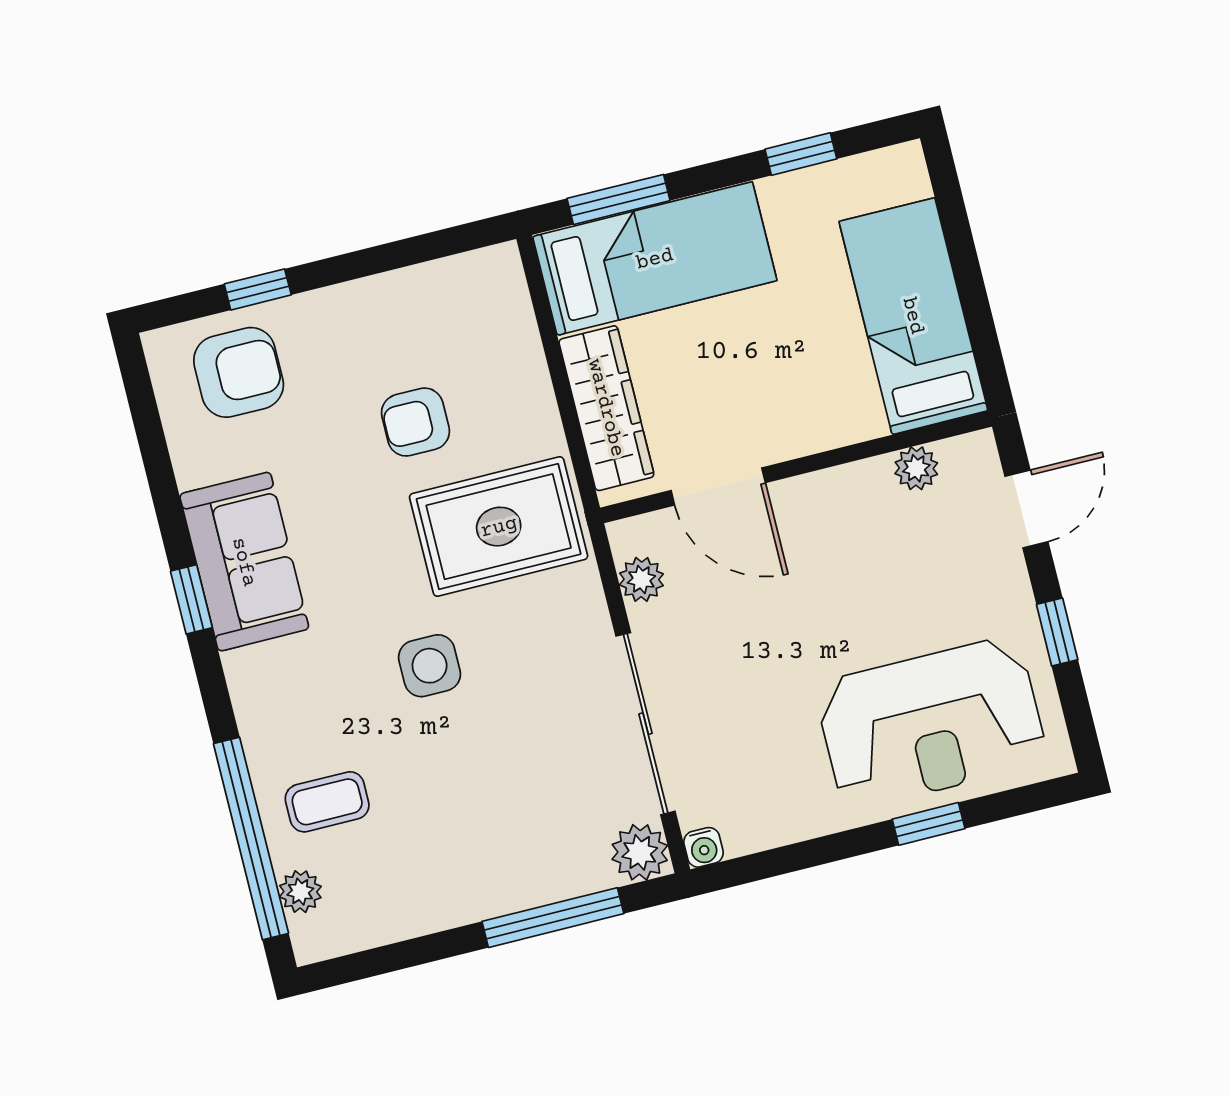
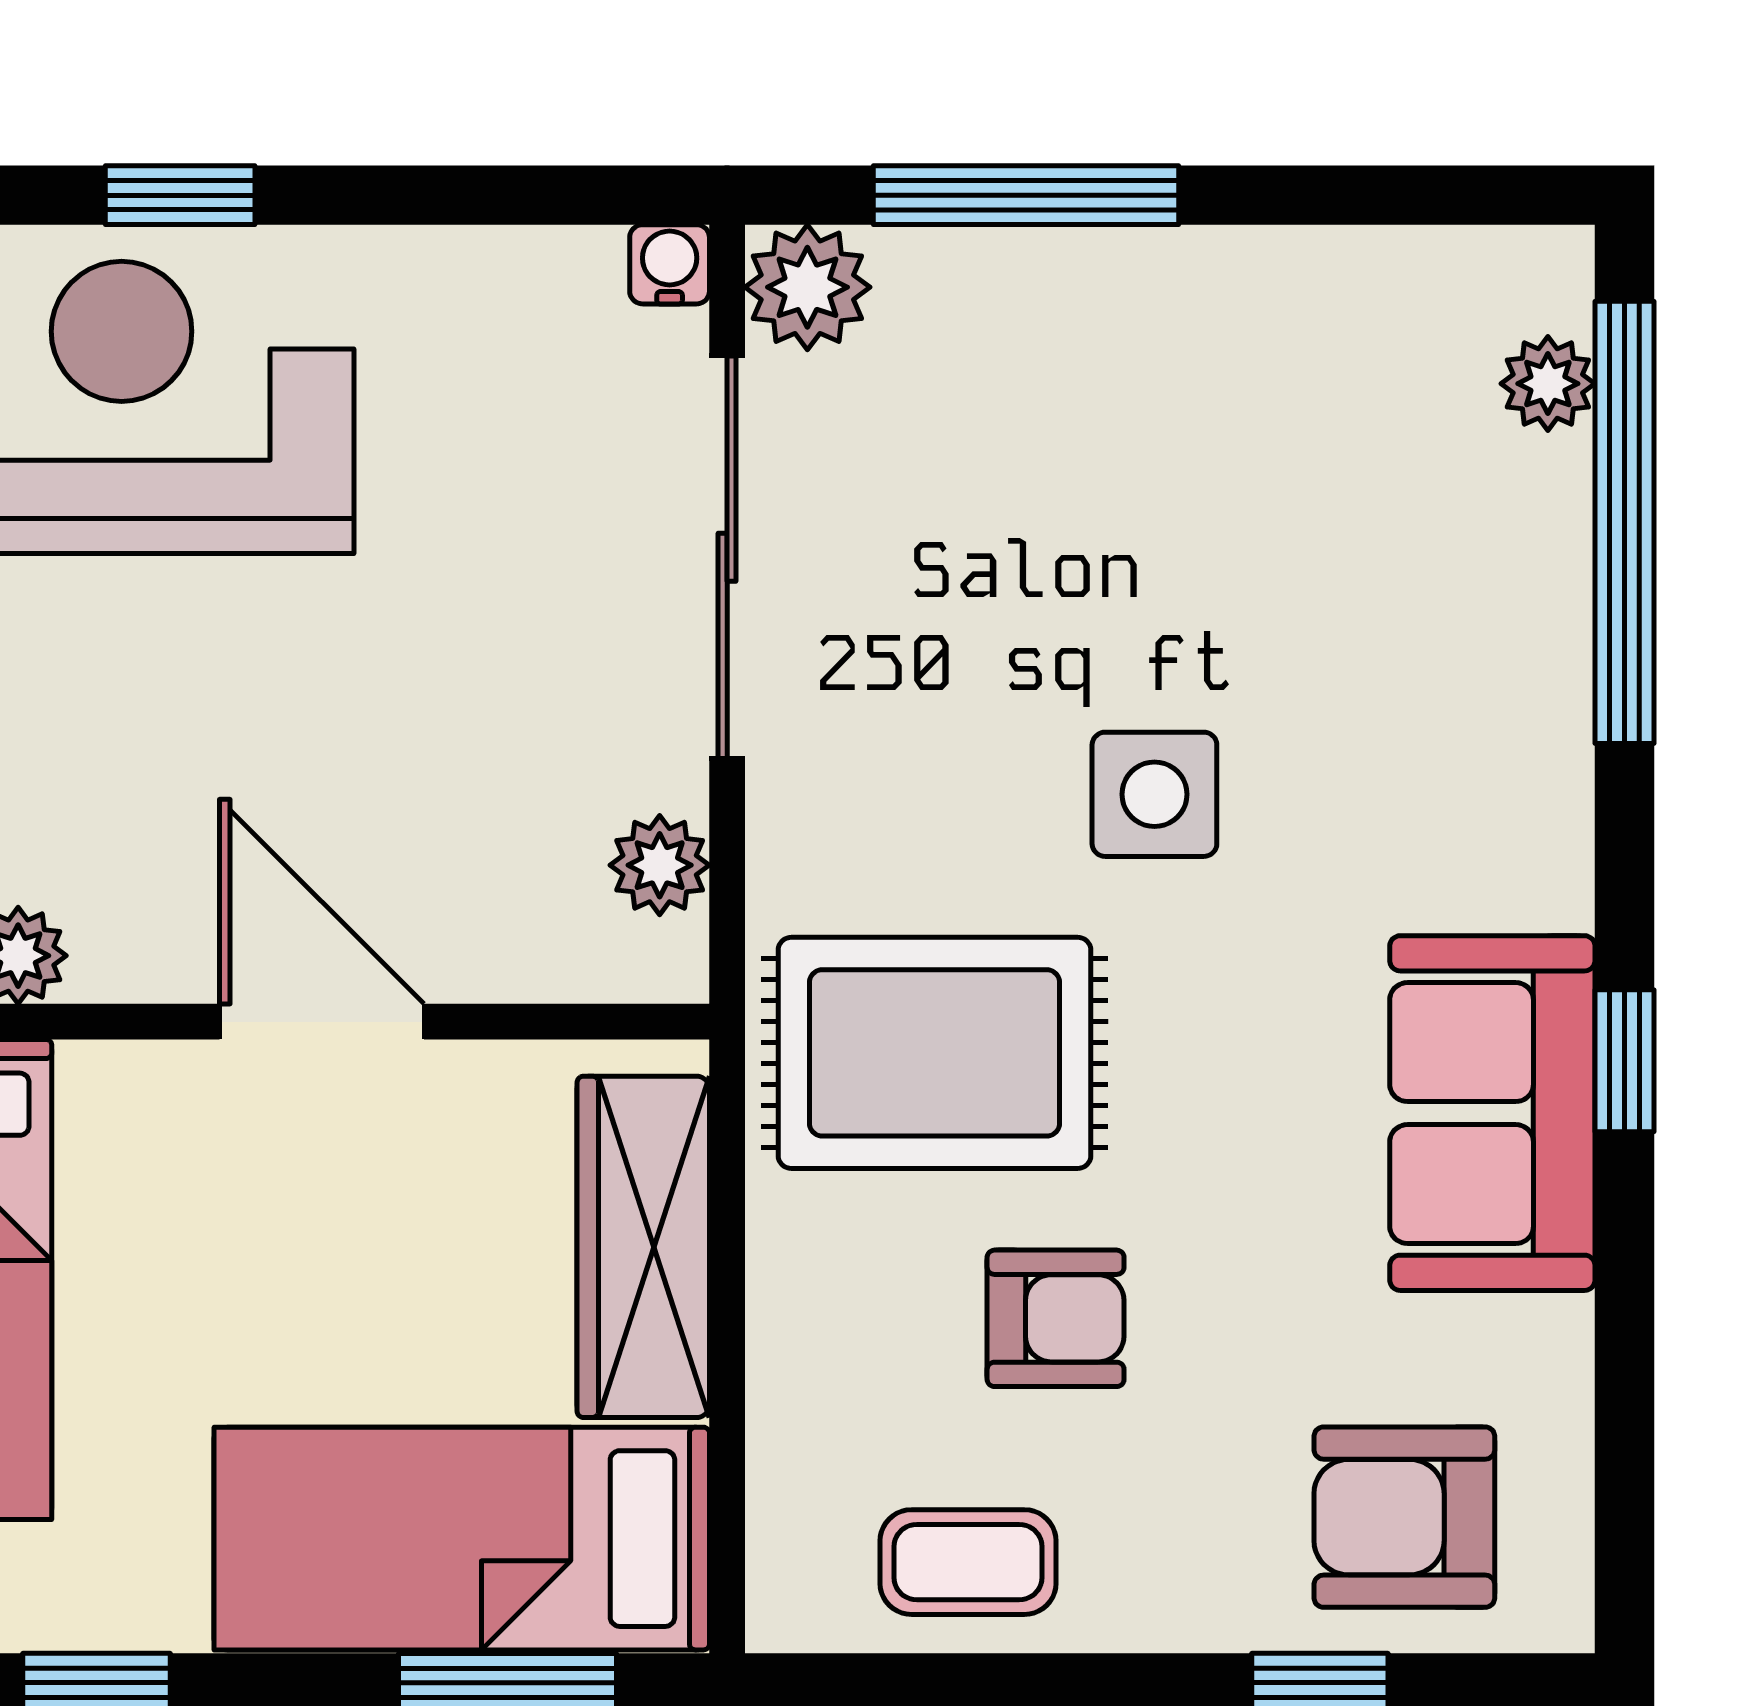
door: (718, 486) -> (322, 1022), moved
coffee table: (327, 802) -> (968, 1562), moved

